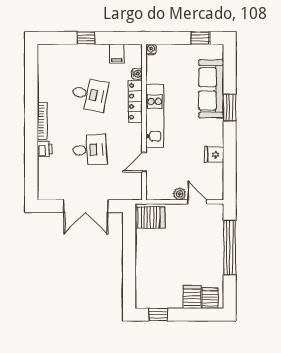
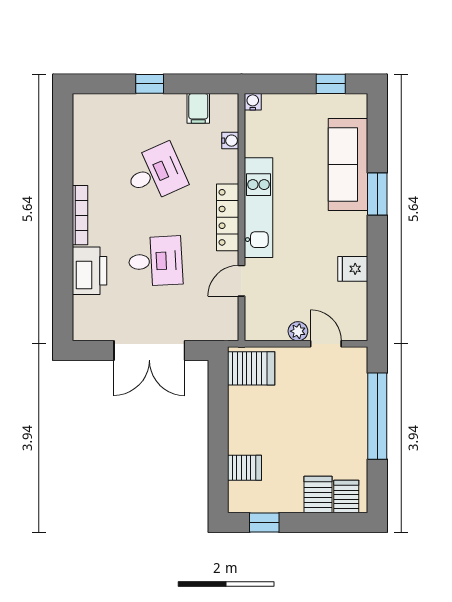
desk: (90, 94) -> (155, 173), turned -36
locker: (135, 101) -> (228, 217), moved
printer: (45, 149) -> (89, 271), width x1.87, depth x1.48
server rack: (146, 280) -> (245, 468), added

